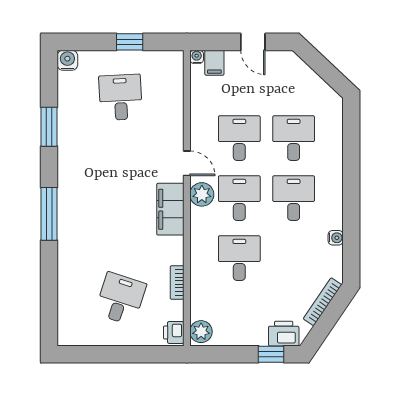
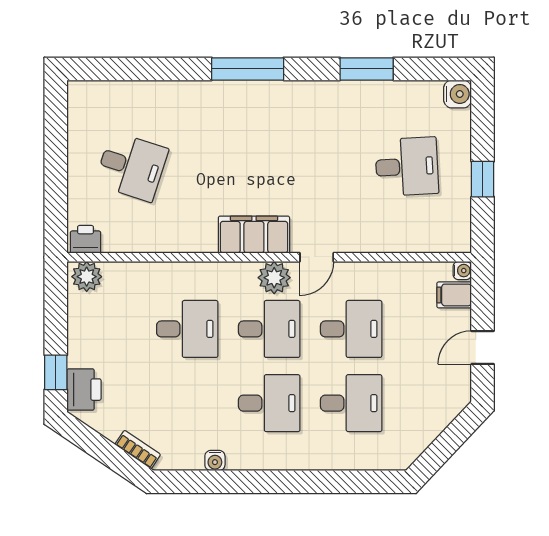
bookcase: (177, 283) -> (154, 244), removed
bookcase: (322, 302) -> (138, 449), width x0.64

